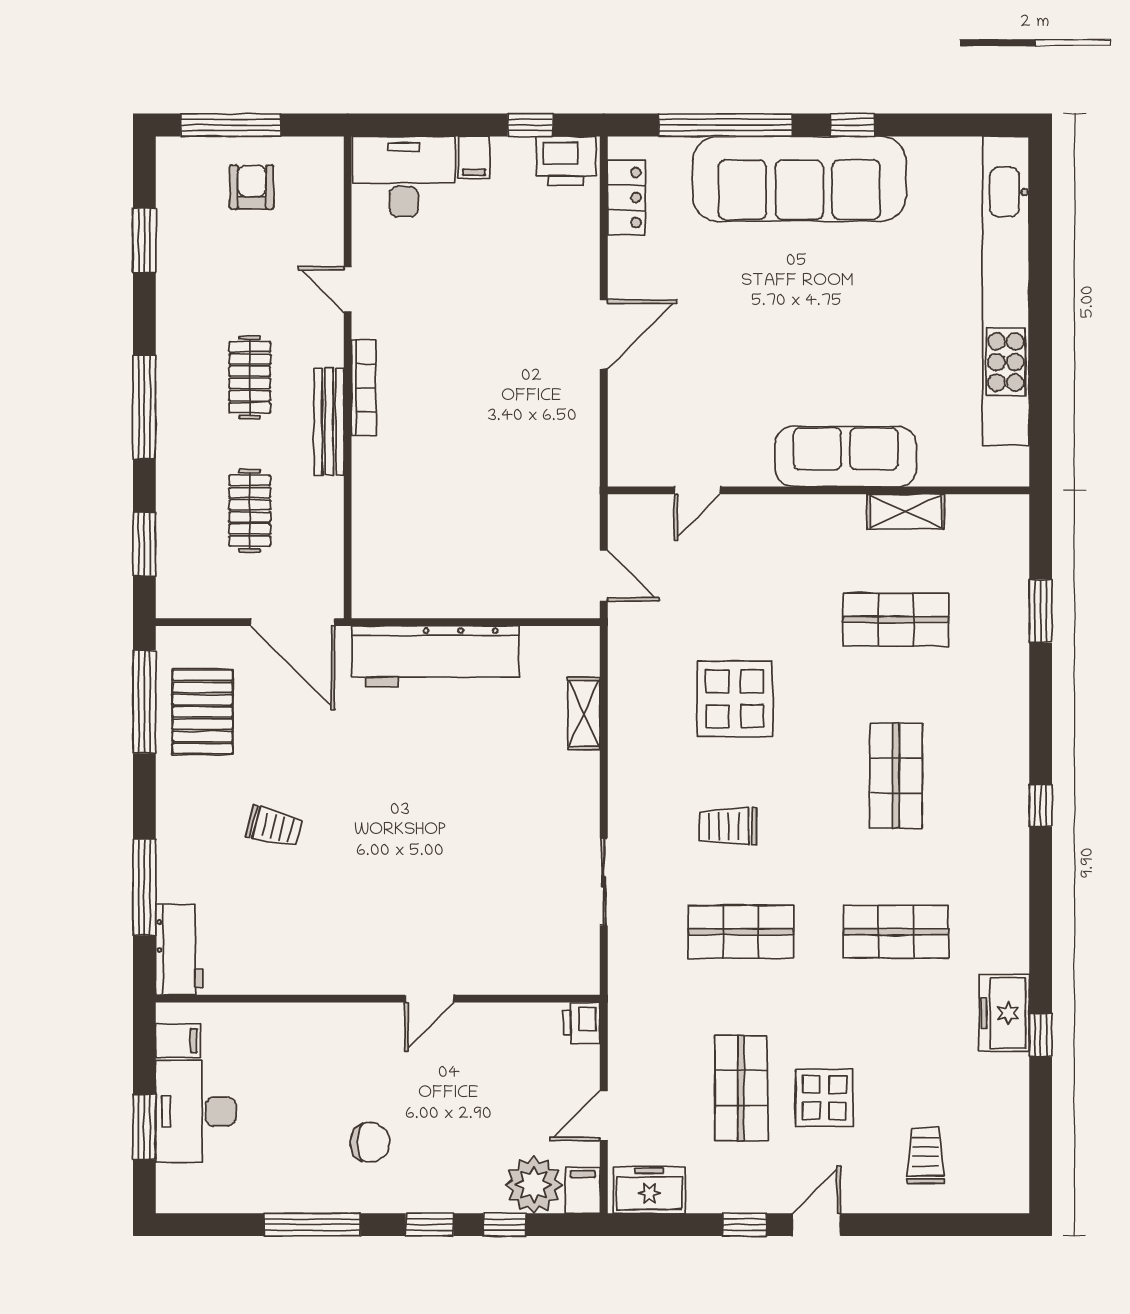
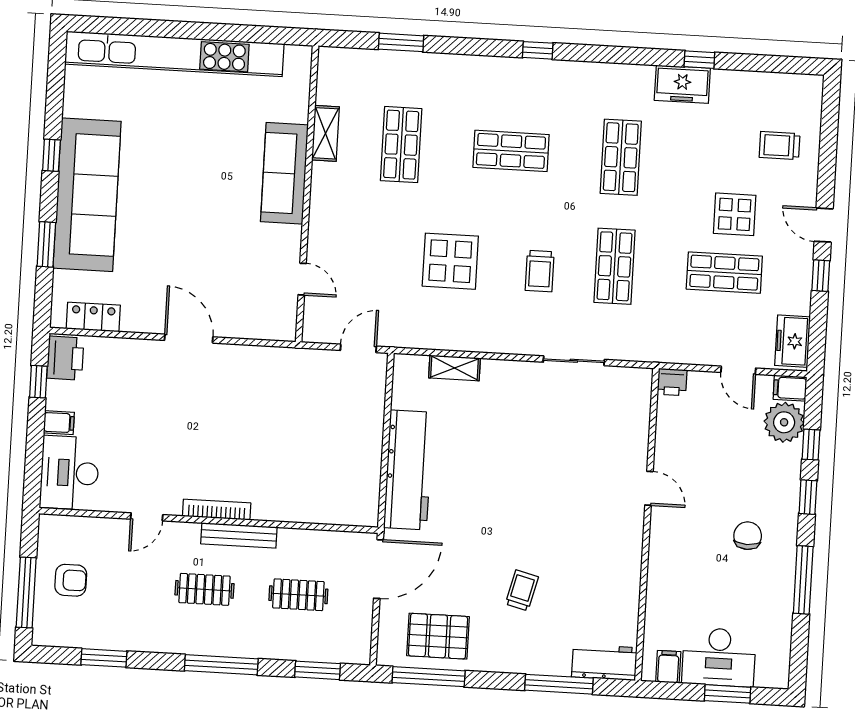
window: (726, 125) -> (46, 244), width x0.47
armchair: (252, 187) -> (71, 580), turned 180

